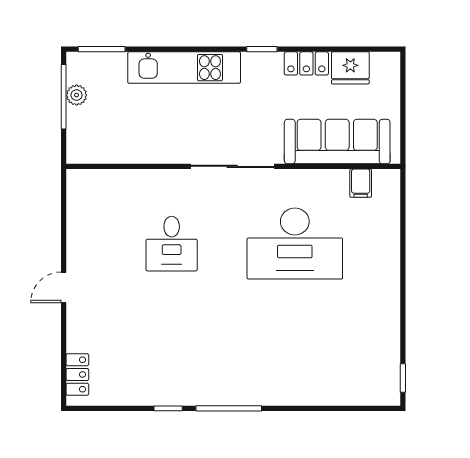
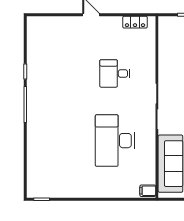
filing cabinet: (361, 183) -> (148, 191), moved
locker: (77, 374) -> (135, 22), moved

